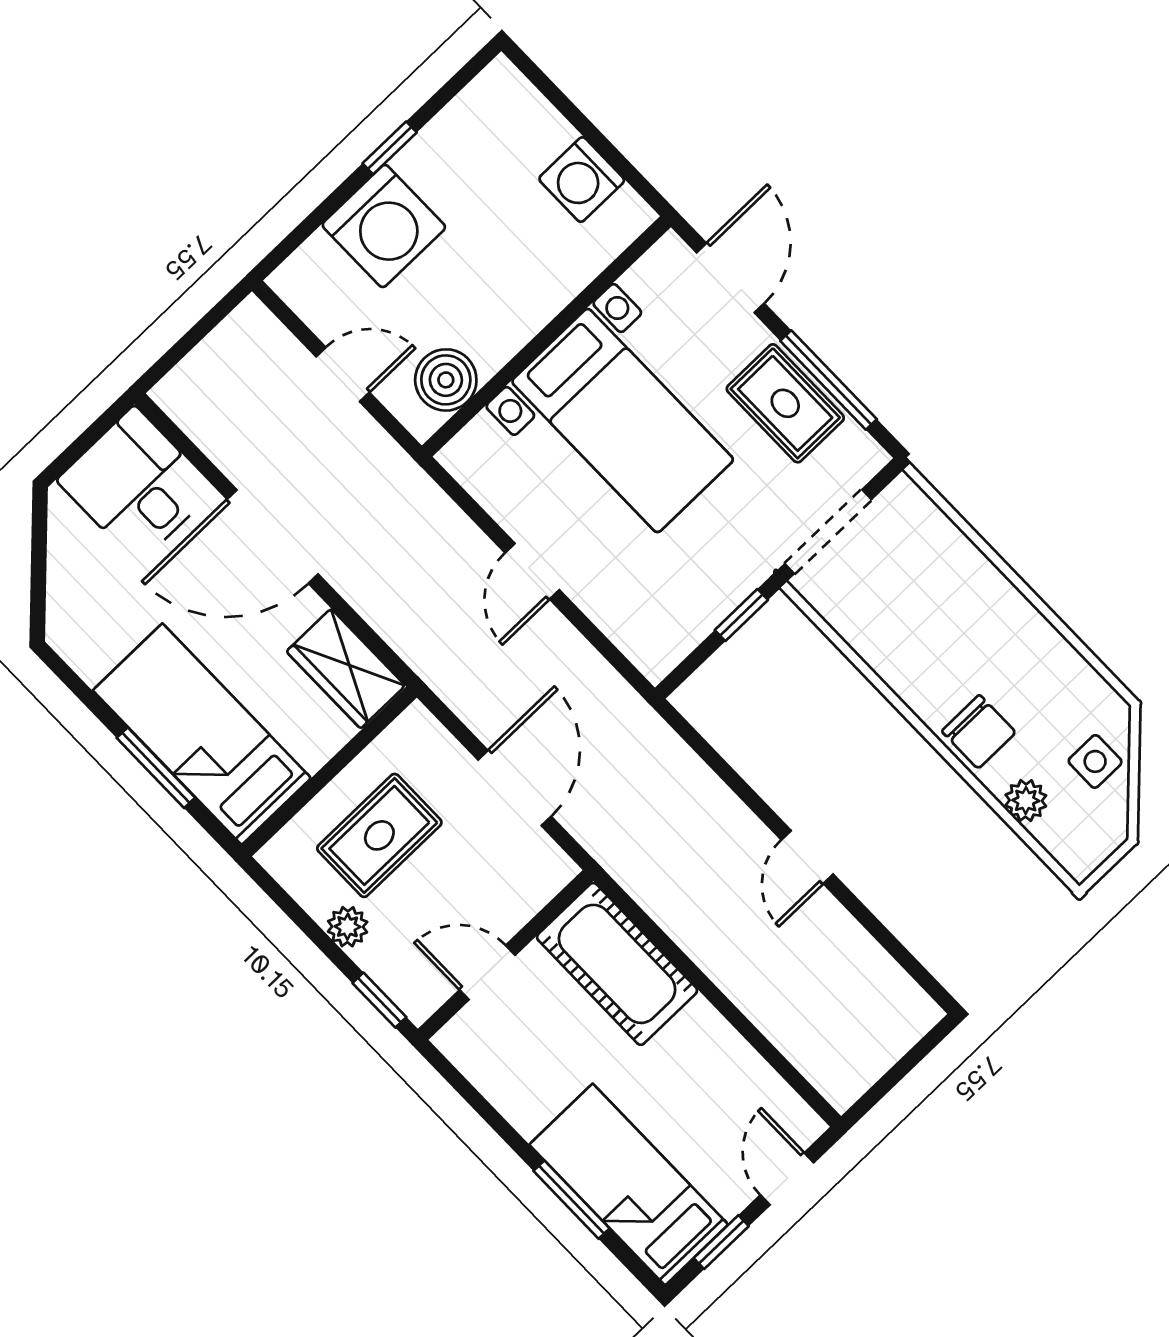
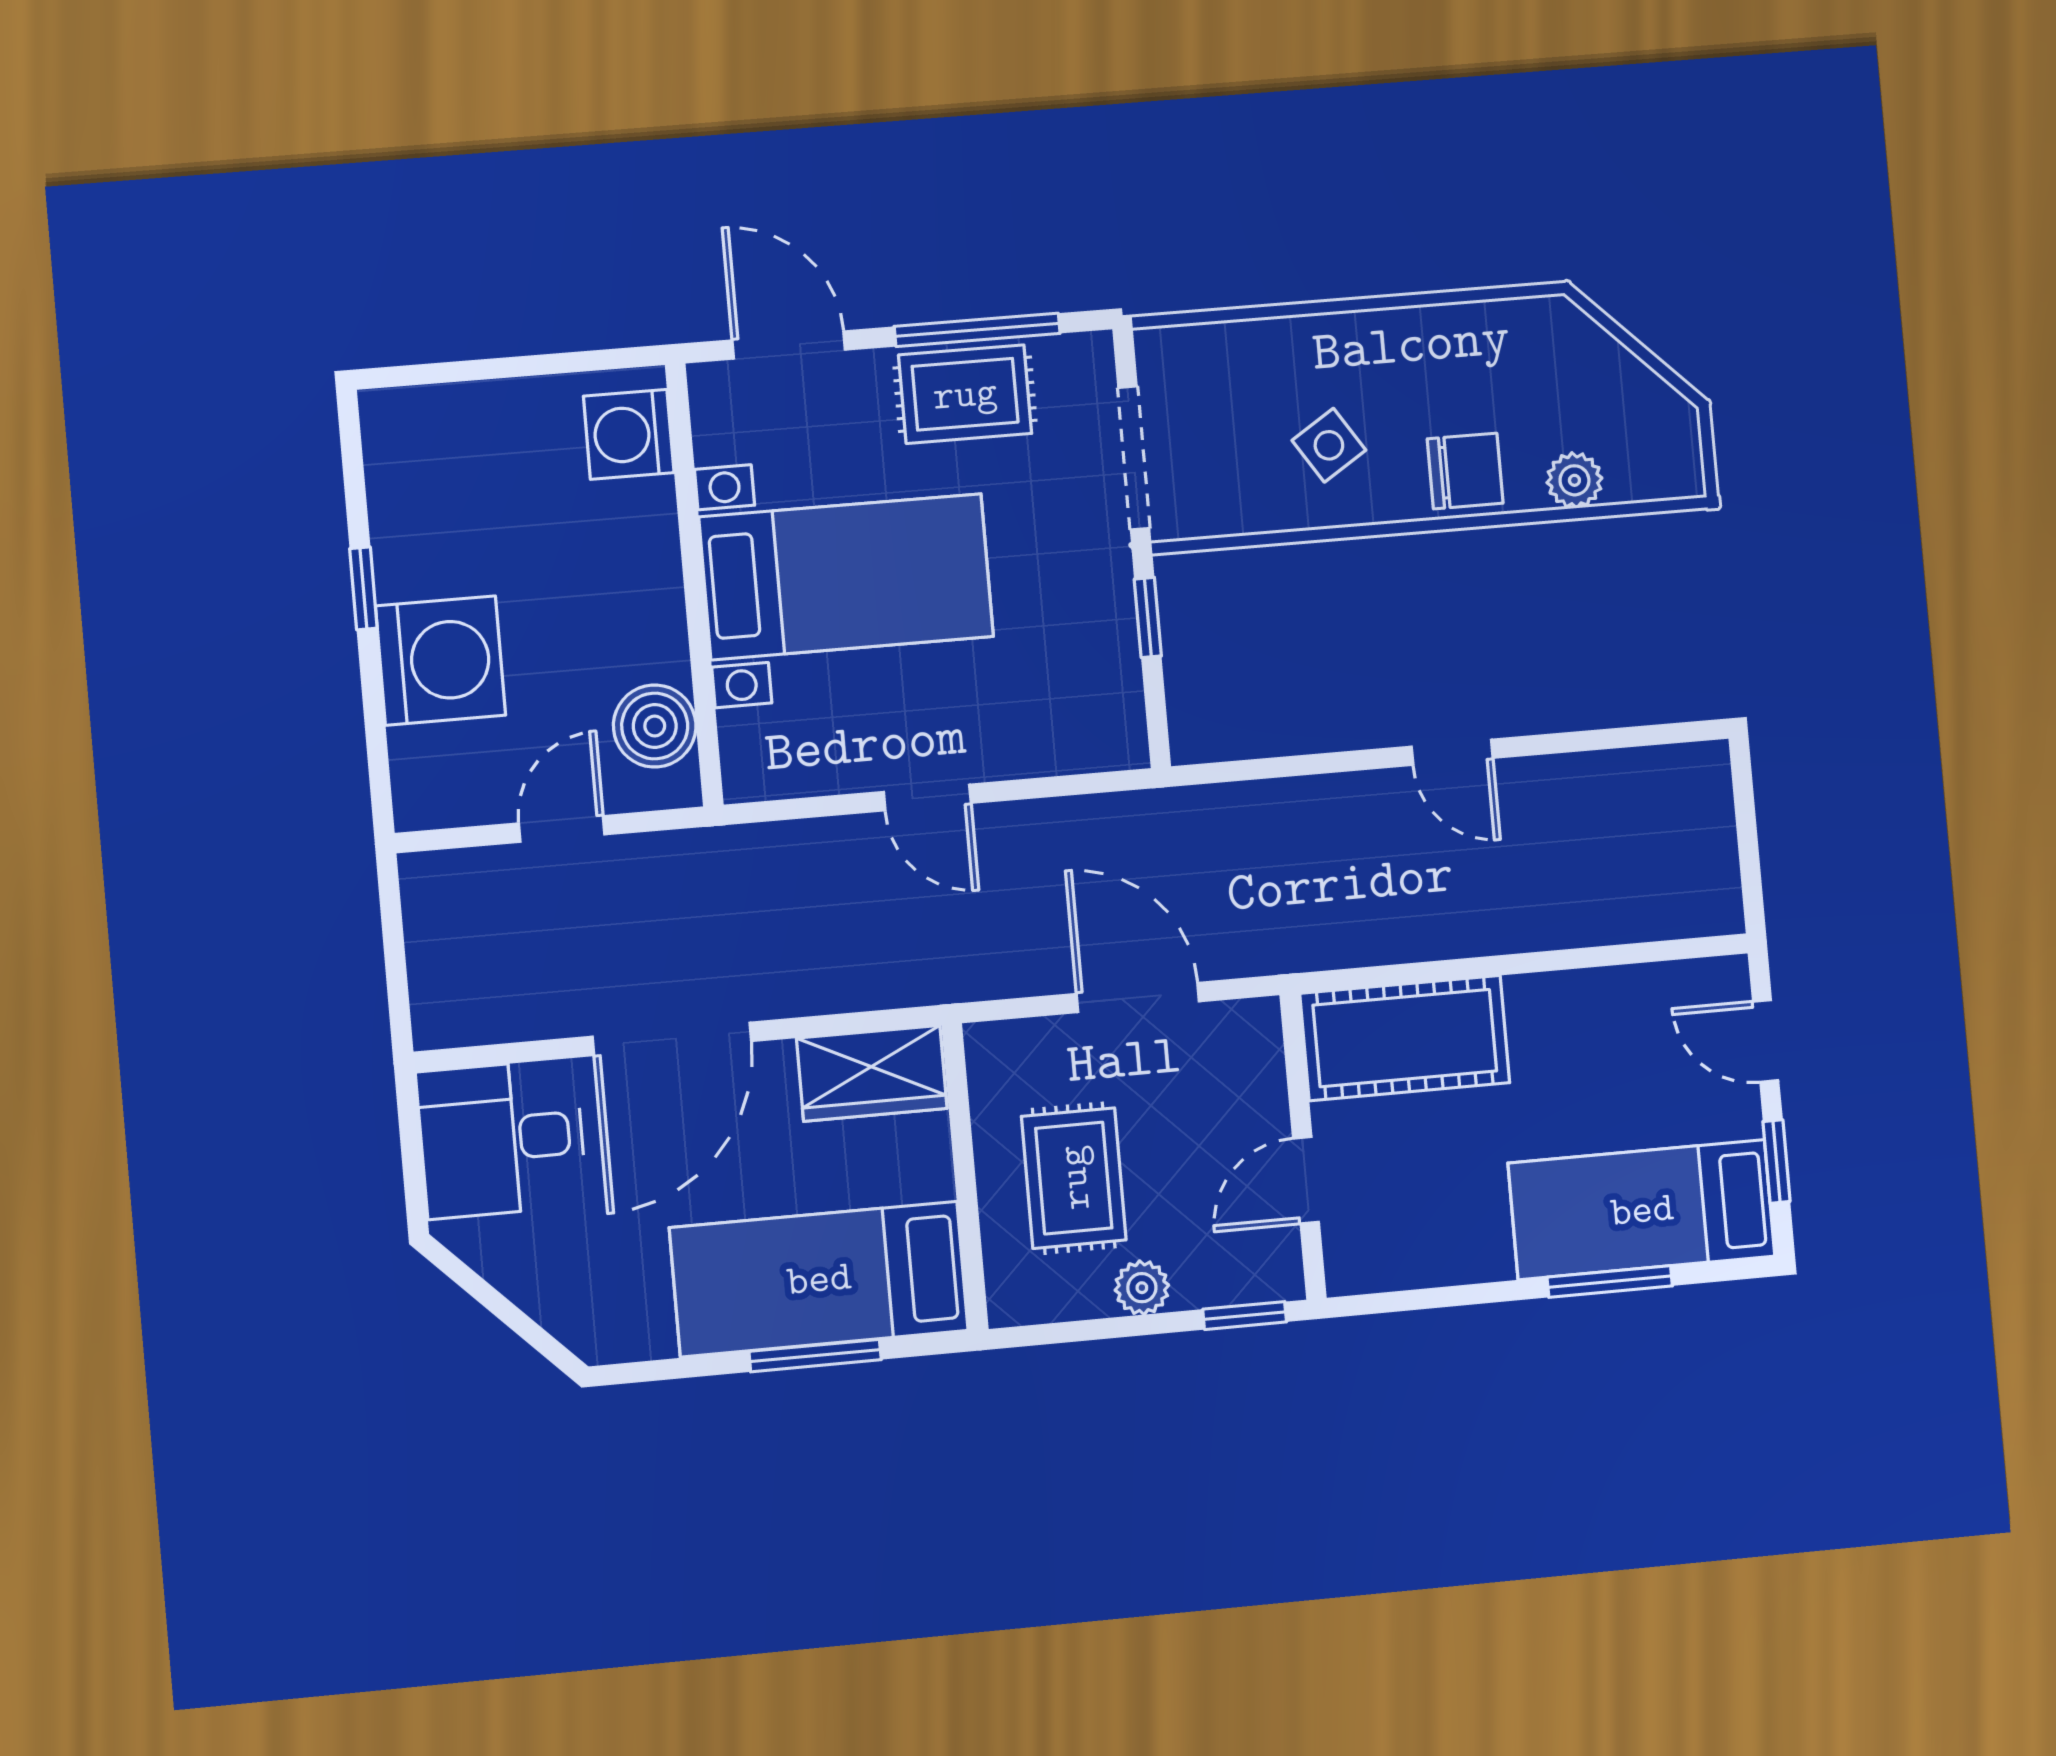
washing machine: (582, 179) -> (629, 434), moved, turned 90
side table: (1095, 761) -> (1329, 445), moved, turned -33

